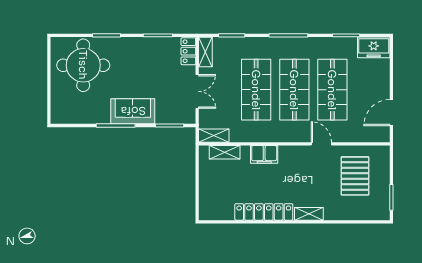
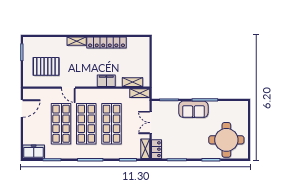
pallet: (355, 176) -> (46, 66), turned 90

